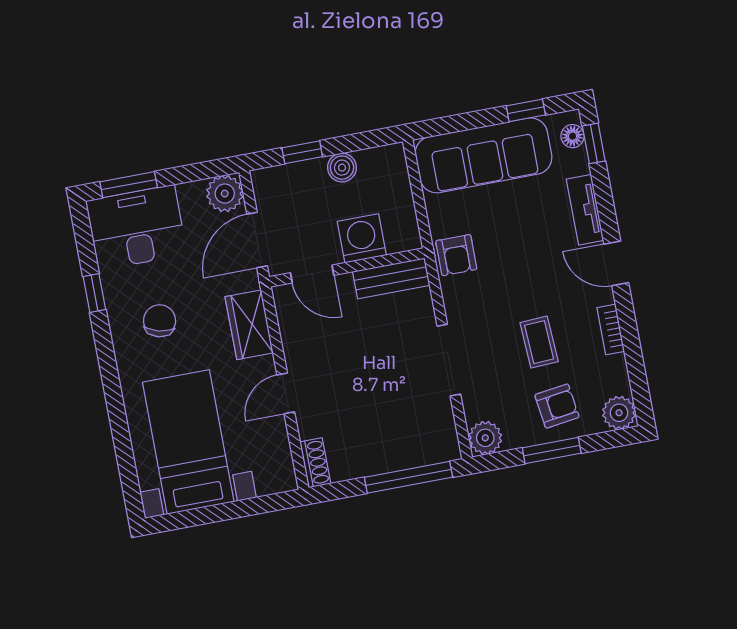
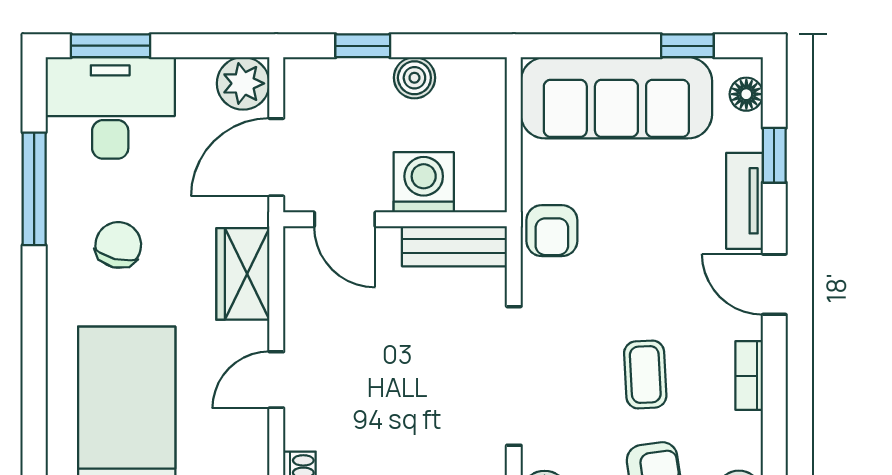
window: (594, 143) -> (774, 155), moved
window: (94, 293) -> (34, 189), width x2.17
doorway: (449, 360) -> (514, 376), width x1.36

